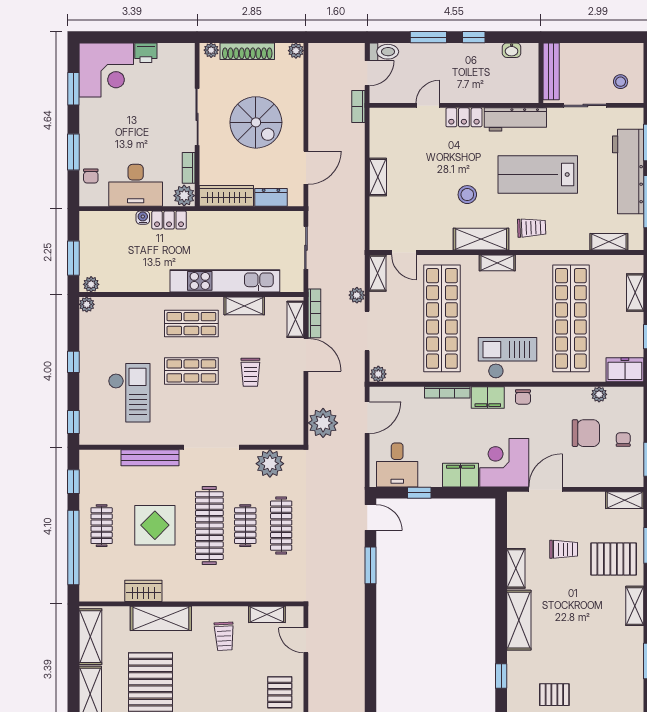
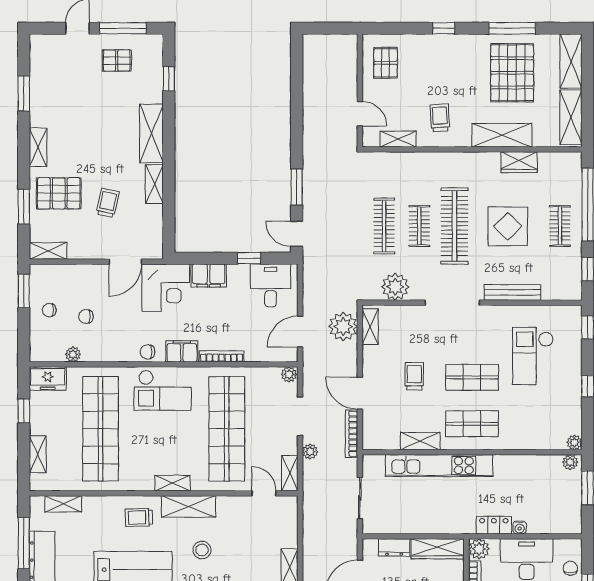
shelving: (295, 319) -> (370, 327), moved
chair: (523, 397) -> (148, 352), turned -90
chair: (586, 433) -> (86, 317), width x0.54, depth x0.54
chair: (623, 440) -> (49, 310), turned 90
trolley: (564, 549) -> (108, 203), turned 102

